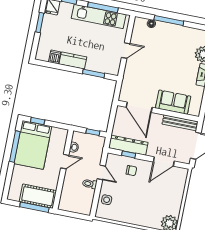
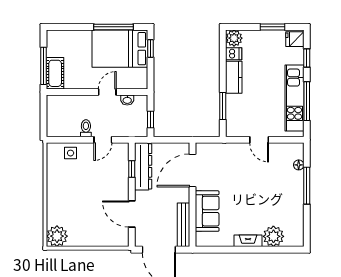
plant: (42, 54) -> (234, 38), added
door: (65, 162) -> (107, 92), swing flipped
chair: (131, 171) -> (113, 176), removed
cot: (38, 196) -> (55, 73), width x0.73, depth x0.75

